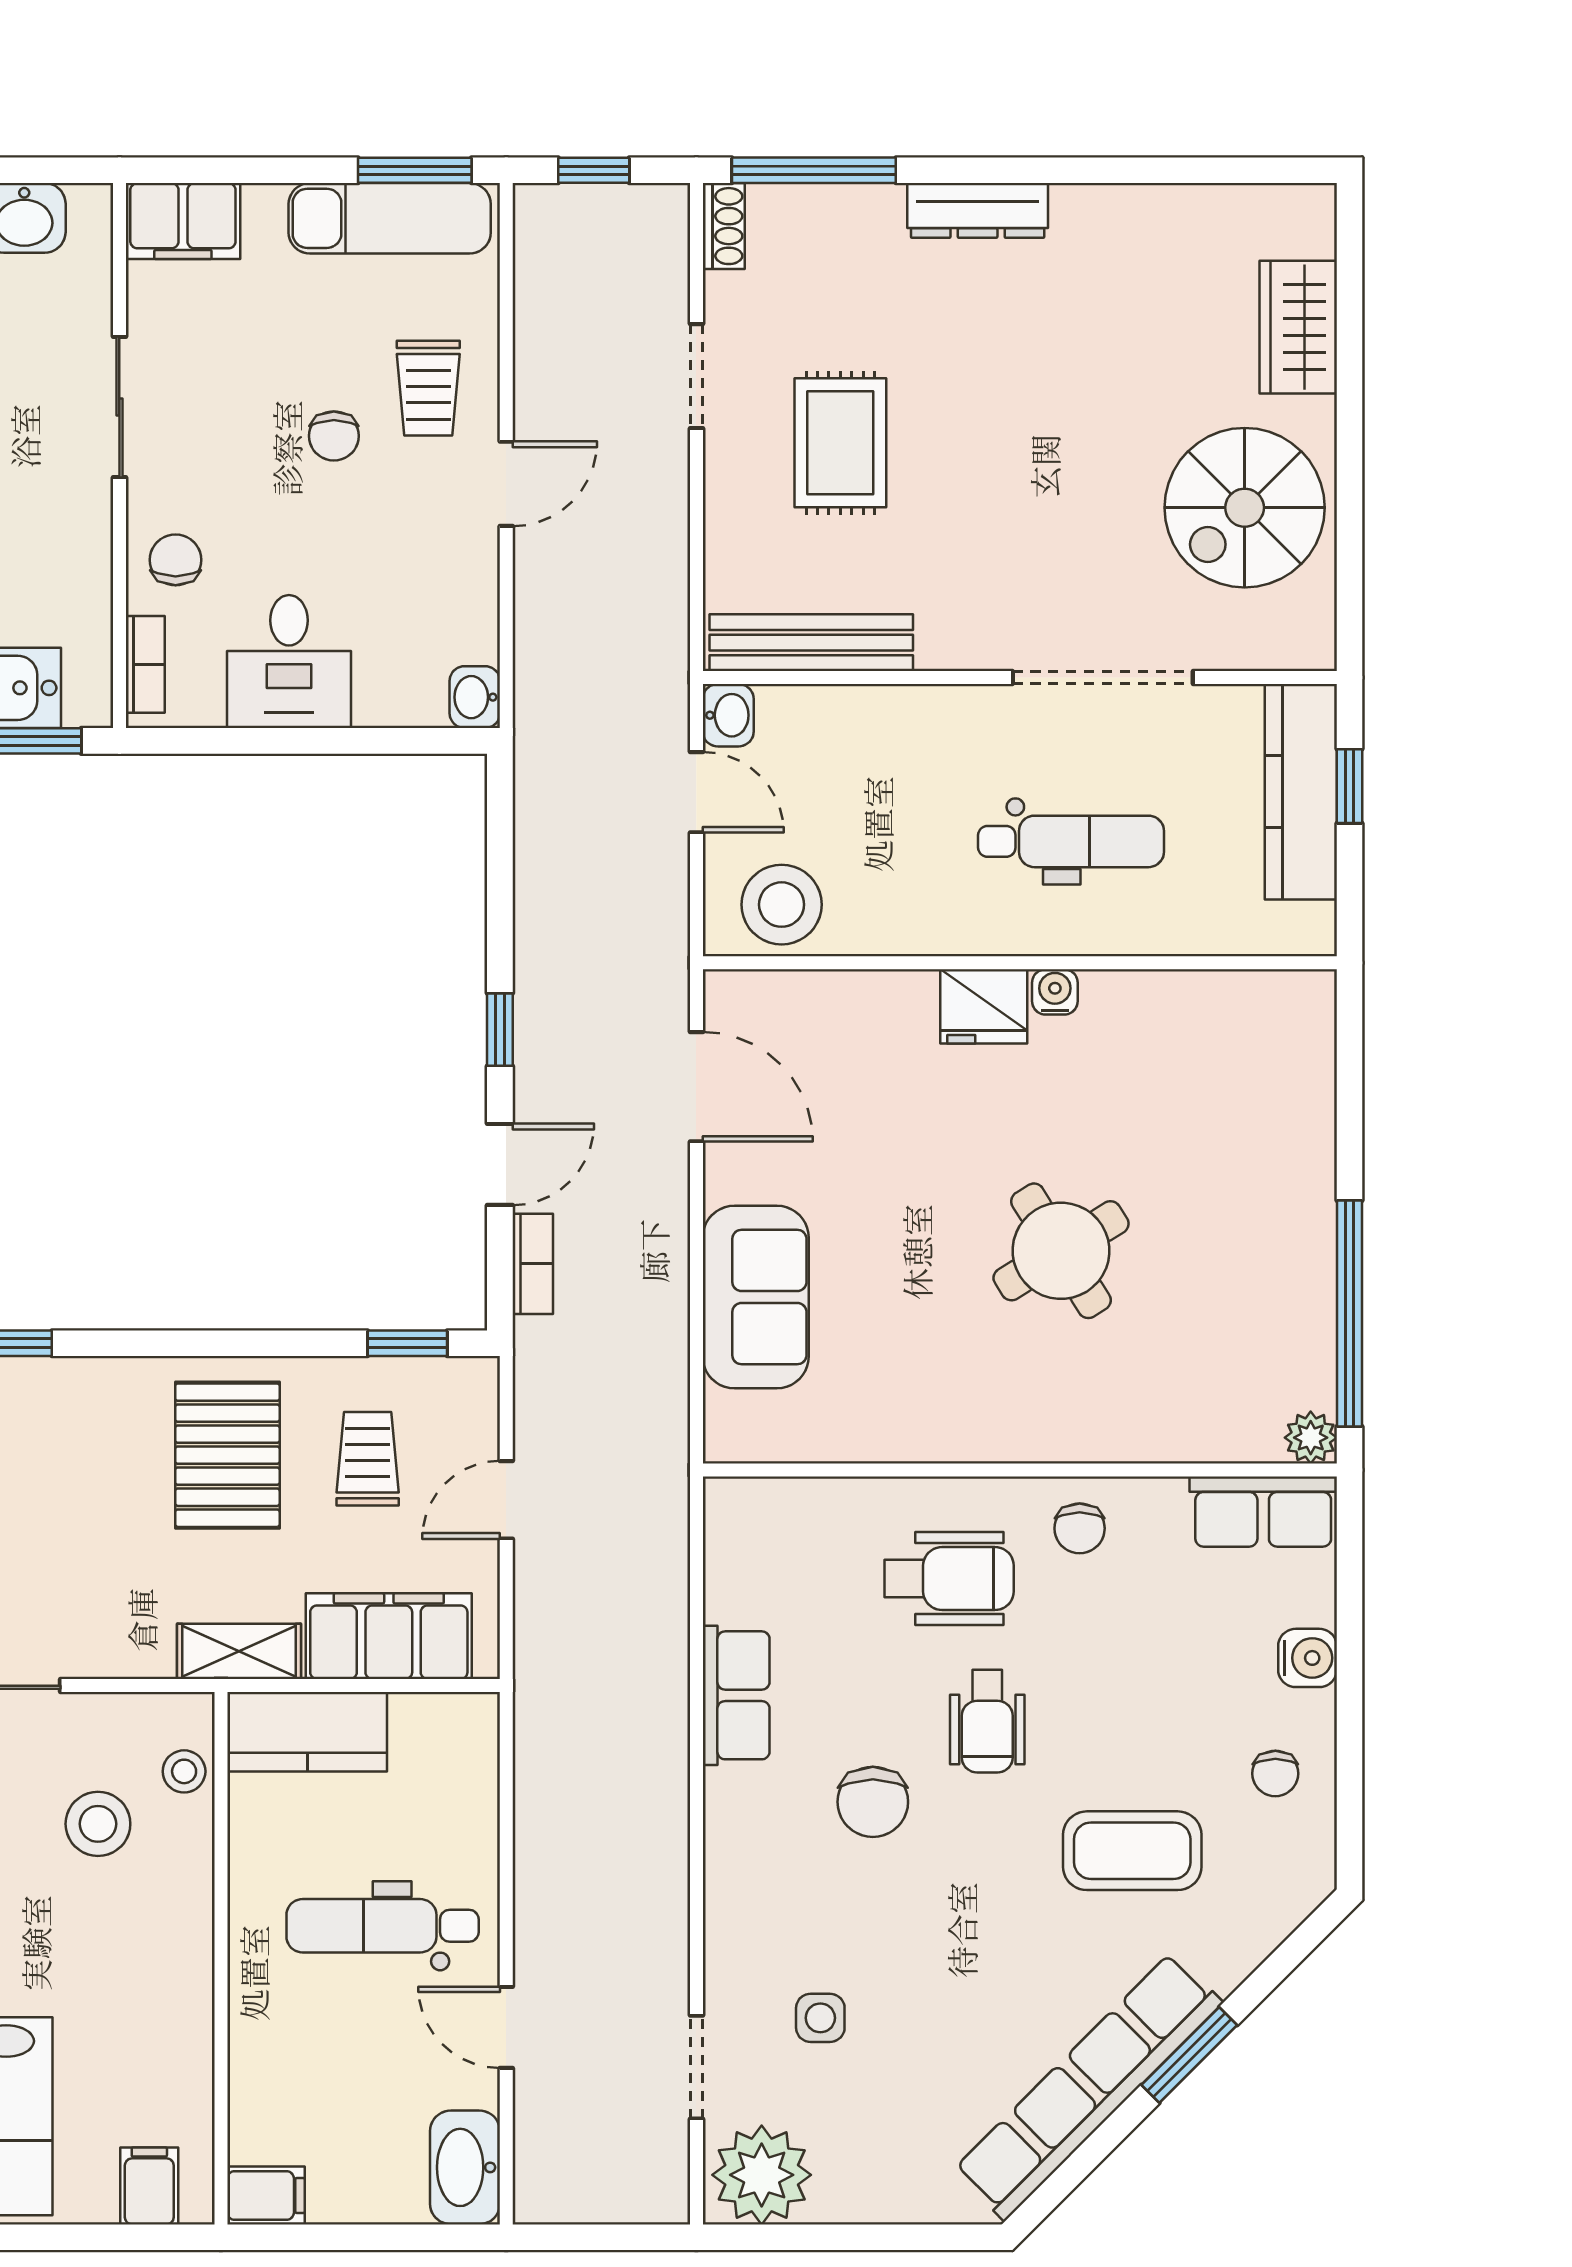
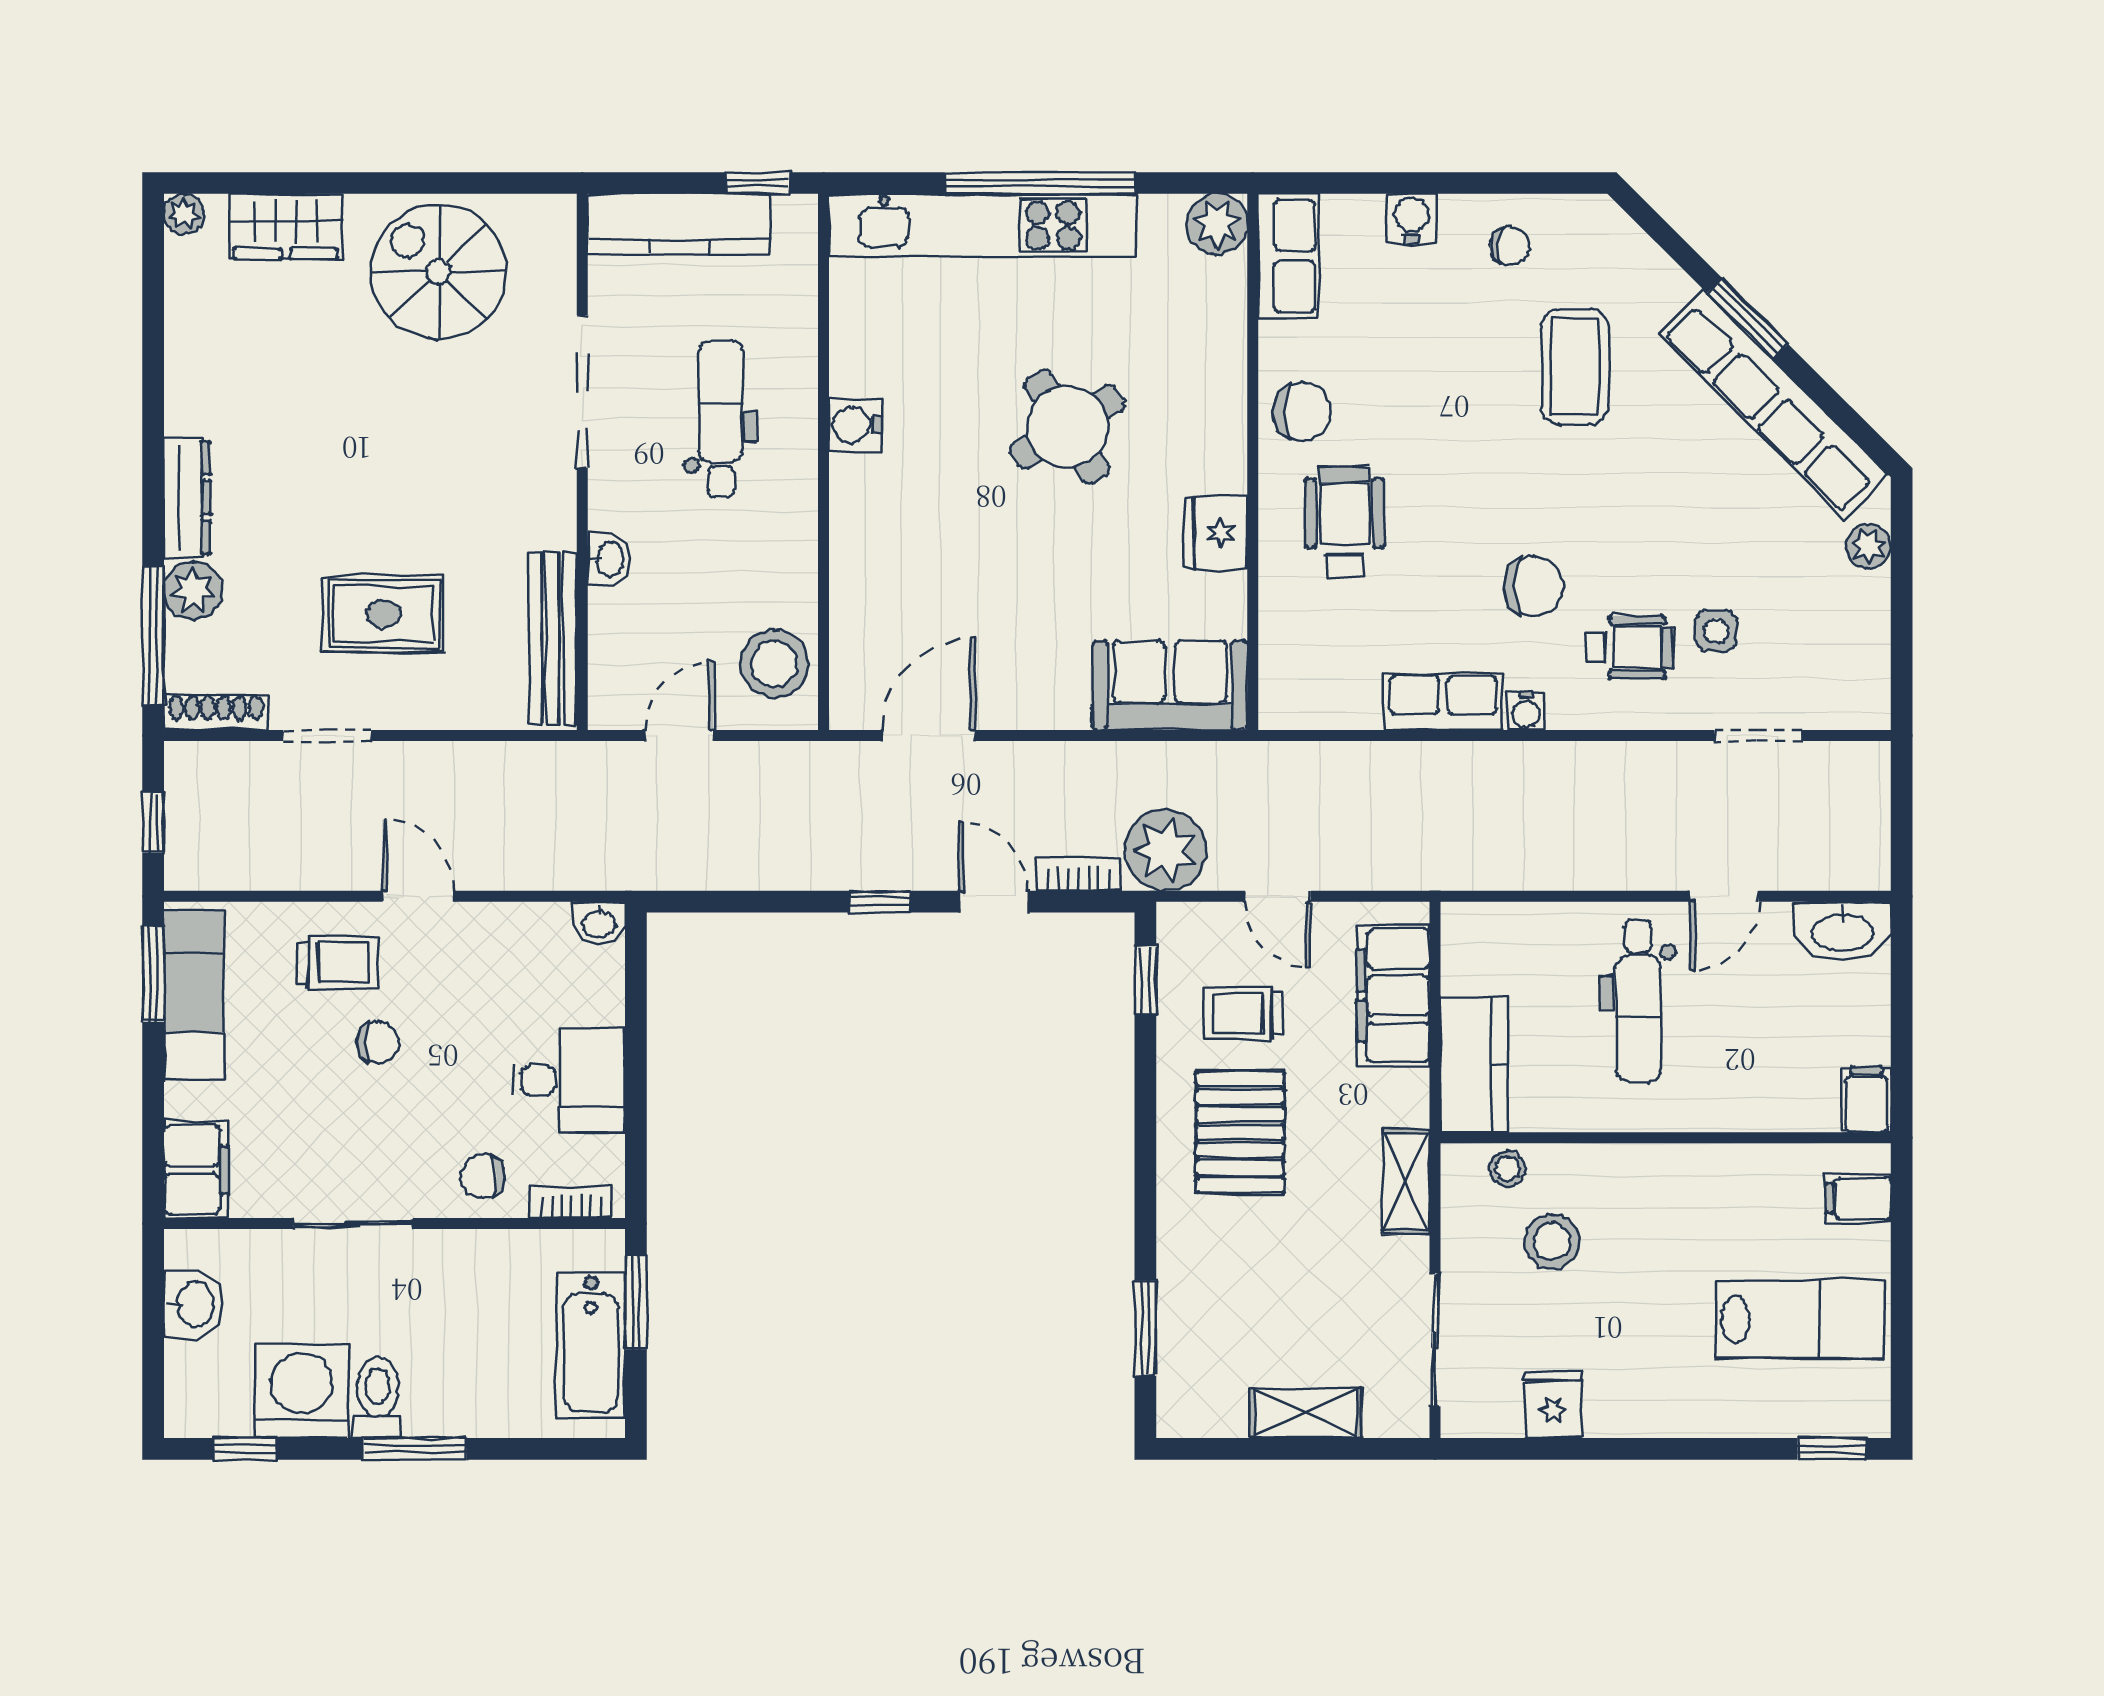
plant: (1313, 207) -> (184, 214), added
plant: (868, 217) -> (193, 590), added
shoe rack: (724, 226) -> (216, 712), width x1.43
spiral stairs: (1245, 508) -> (439, 272), turned 180
washbasin: (728, 715) -> (609, 559), moved, turned 90
window: (1349, 786) -> (758, 183), moved
water cooler: (1055, 992) -> (856, 425), width x1.38, depth x1.38
fridge: (984, 1006) -> (1216, 533), moved, turned 180
kitchen unit: (1299, 1150) -> (982, 225), added
sofa: (756, 1297) -> (1170, 685), moved
window: (1349, 1313) -> (1040, 183), moved
plant: (561, 1367) -> (1166, 850), added
plant: (1311, 1438) -> (1217, 224), width x1.38, depth x1.38
pallet: (227, 1455) -> (1240, 1132), turned 90
chair: (1080, 1528) -> (1302, 411), width x1.37, depth x1.37
shelving: (239, 1651) -> (1406, 1182), moved
wheelchair: (987, 1721) -> (1630, 647), moved
water cooler: (726, 1793) -> (1526, 711), added
plant: (762, 2175) -> (1869, 546), moved, width x0.53, depth x0.53

